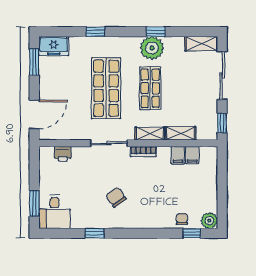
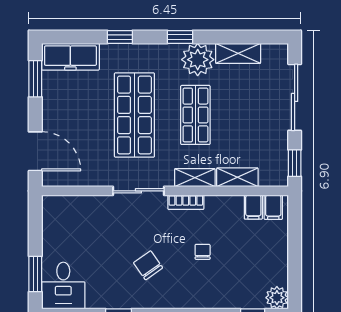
window: (156, 32) -> (180, 37), moved
shelving: (201, 44) -> (238, 53), moved
freezer: (54, 46) -> (70, 57), width x1.40
door: (34, 114) -> (35, 151), hinge flipped
printer: (63, 154) -> (75, 205), removed
filing cabinet: (178, 155) -> (273, 207), moved
chair: (182, 219) -> (203, 252), moved

